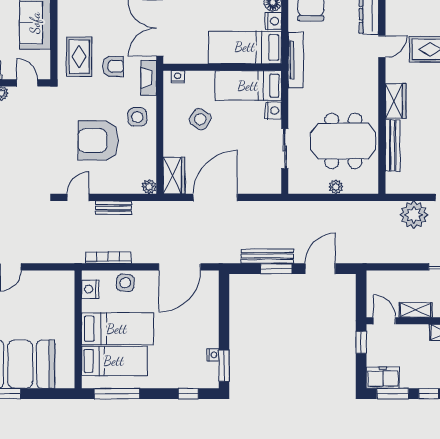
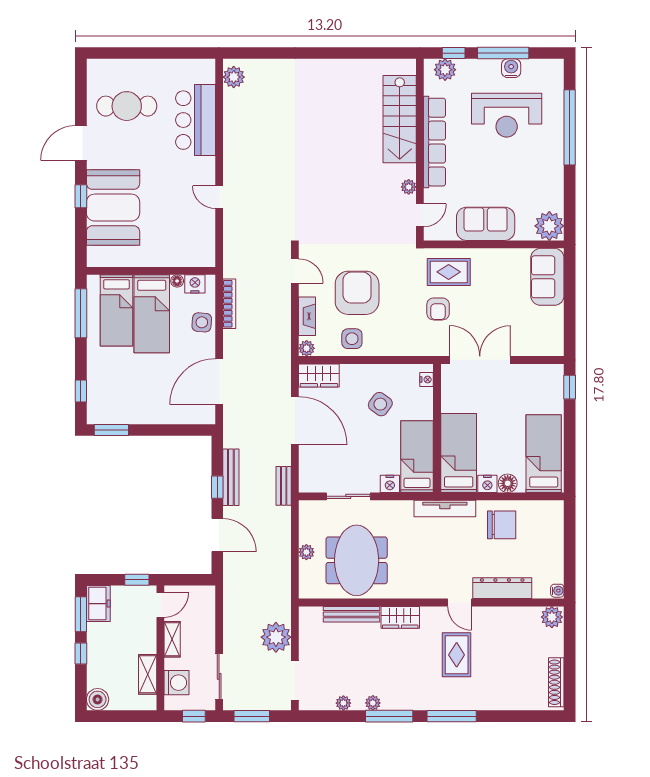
fireplace: (149, 78) -> (307, 316), moved, turned 90
side table: (137, 117) -> (352, 339), moved
bench: (113, 208) -> (284, 486), moved
door: (180, 267) -> (219, 382), hinge flipped
window: (276, 269) -> (217, 487), width x0.67
floor lamp: (87, 305) -> (177, 281), added
nightstand: (213, 355) -> (123, 418), removed

